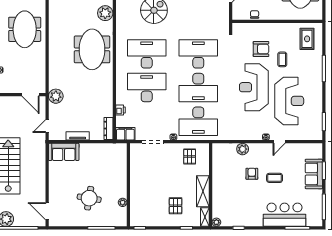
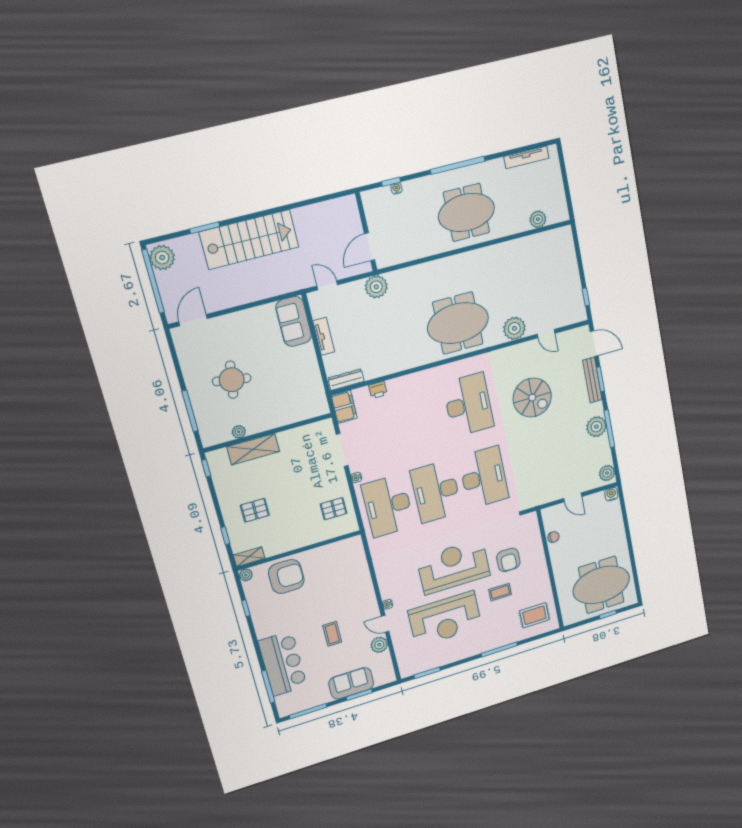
desk: (147, 88) -> (420, 419), removed
plant: (243, 149) -> (379, 645), moved
armchair: (252, 174) -> (286, 577), moved, width x1.88, depth x1.88
shelving: (203, 191) -> (253, 449), moved

